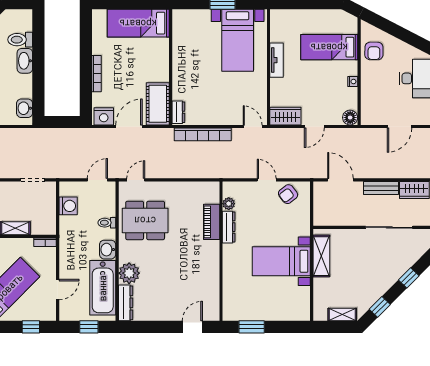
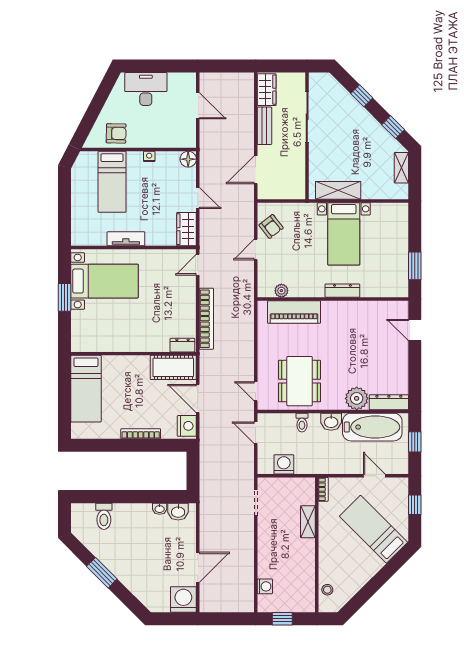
washbasin: (25, 61) -> (160, 509), moved, width x0.52, depth x0.69
piano: (212, 222) -> (294, 312), width x1.37, depth x1.33
dresser: (229, 227) -> (342, 291), moved

